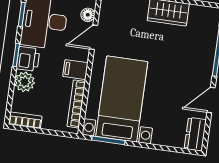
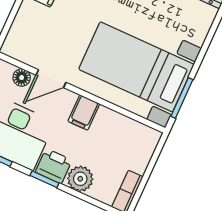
door: (94, 37) -> (51, 79), hinge flipped
bookcase: (76, 104) -> (126, 124), removed

